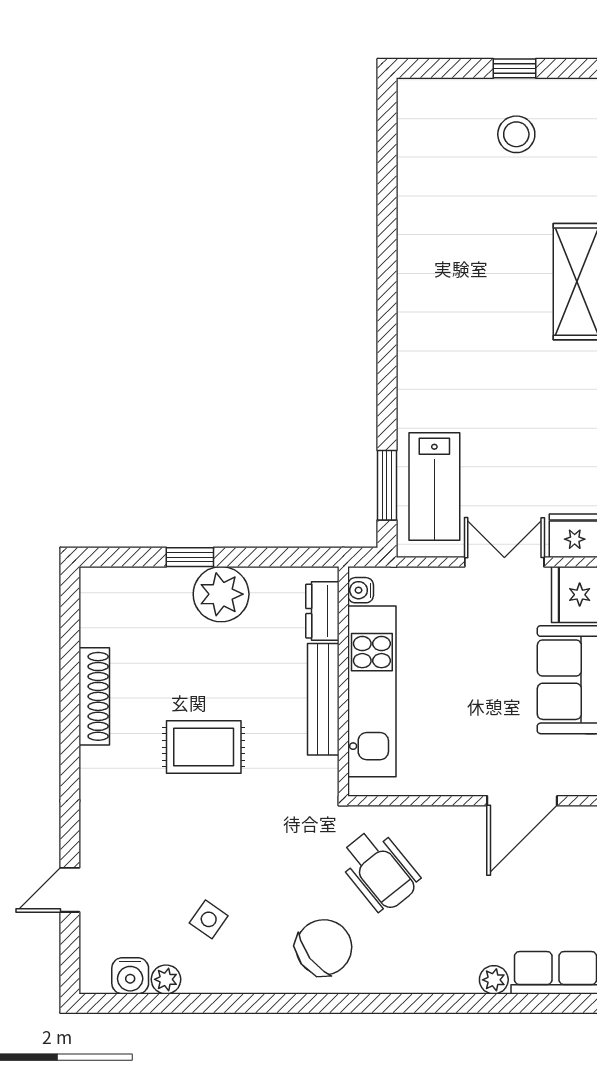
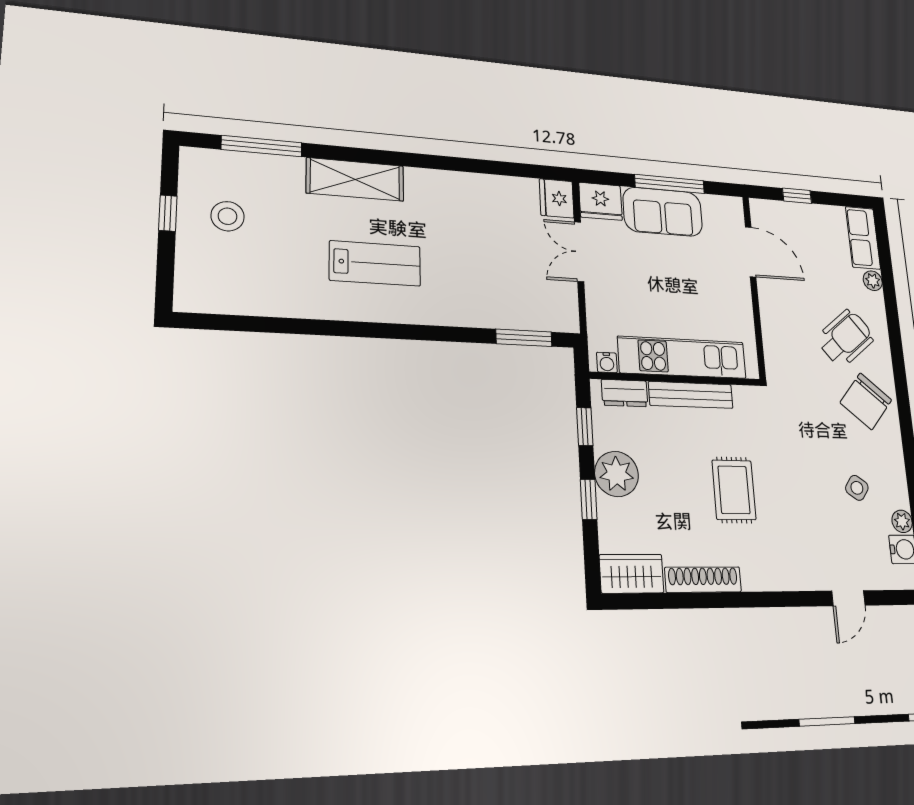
lab bench: (434, 487) -> (375, 263), moved
window: (279, 557) -> (585, 427), added
wardrobe: (102, 606) -> (632, 574), added
wheelchair: (379, 870) -> (845, 338), moved
door: (70, 890) -> (848, 598), hinge flipped
chair: (324, 947) -> (866, 401), turned -103

